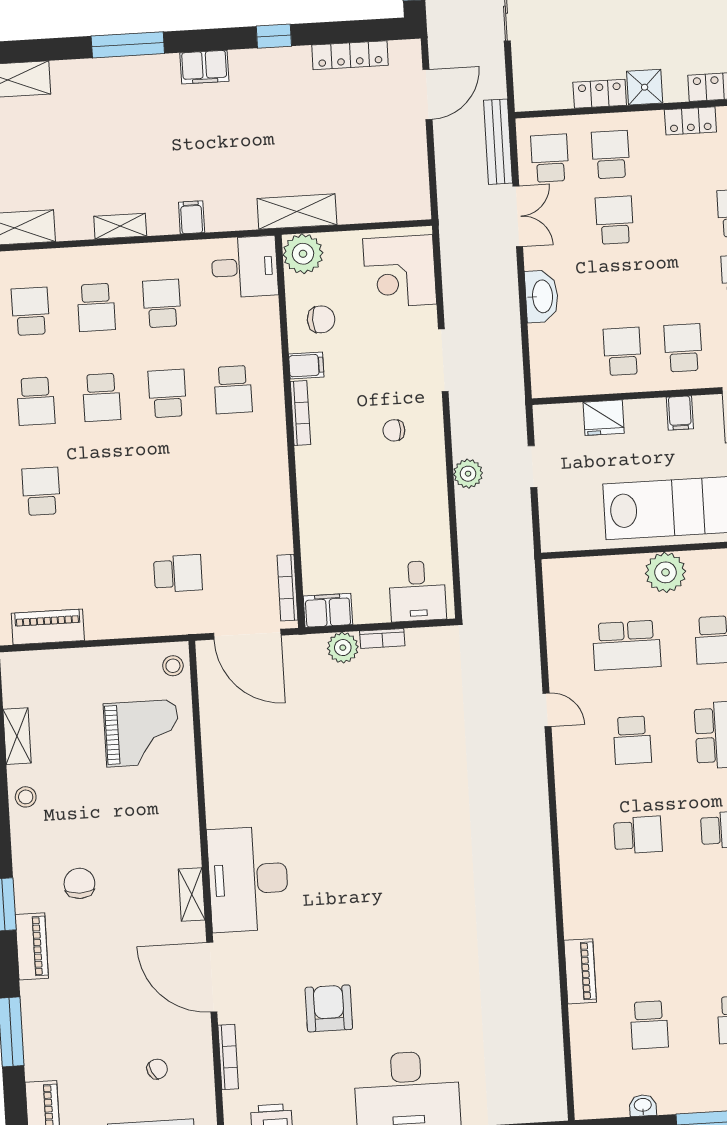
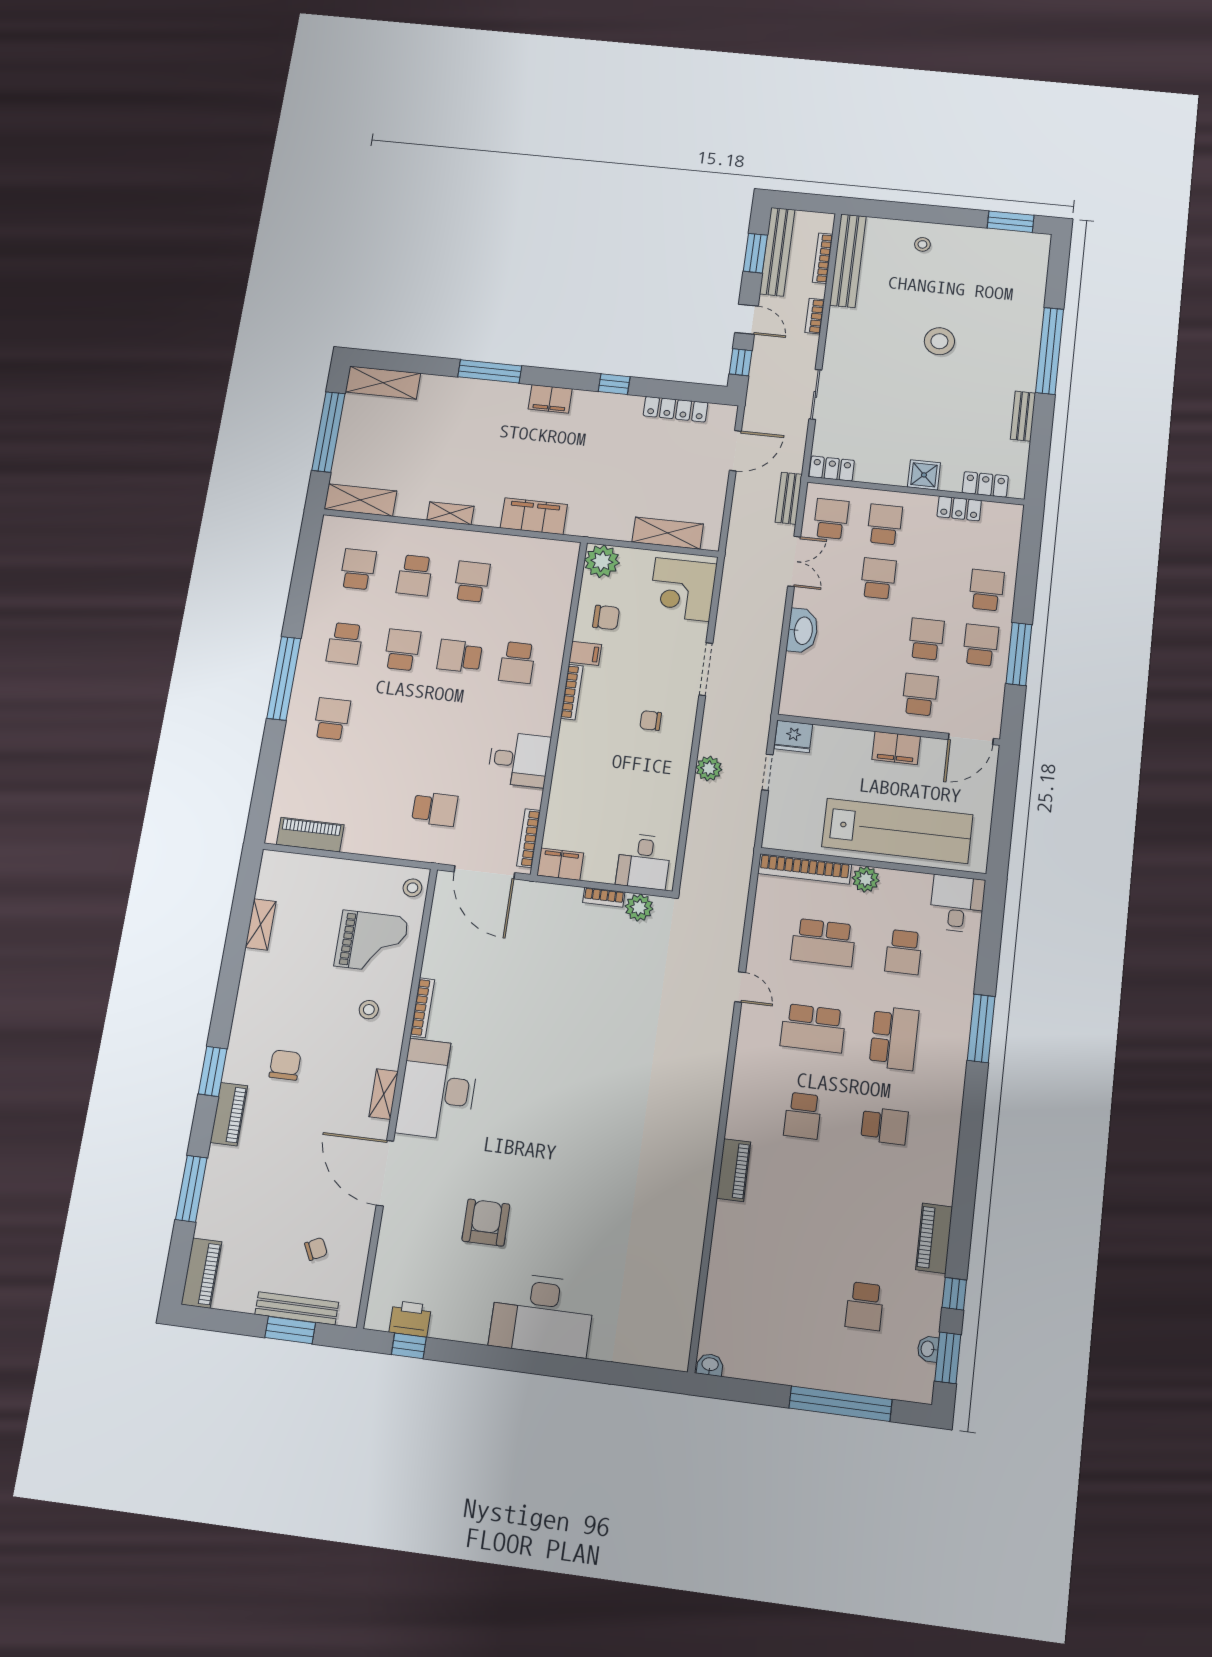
locker: (600, 94) -> (832, 469), moved
bench: (498, 142) -> (789, 498), width x0.73
shelving: (297, 212) -> (668, 533), moved
filing cabinet: (192, 217) -> (534, 516), width x3.00, depth x1.17
desk: (244, 267) -> (519, 760), moved
school desk: (622, 351) -> (926, 639), moved
school desk: (167, 393) -> (460, 656), turned -90
school desk: (102, 397) -> (402, 650), turned 180
filing cabinet: (680, 413) -> (896, 748), width x2.00
fridge: (604, 418) -> (793, 736), moved
bookcase: (592, 568) -> (805, 869), added
plant: (666, 572) -> (866, 879), width x0.73, depth x0.73
plant: (343, 648) -> (639, 908), moved
school desk: (632, 740) -> (813, 1028), width x1.85
stool: (26, 797) -> (369, 1010), moved
school desk: (638, 835) -> (803, 1116), turned 90
piano: (580, 971) -> (734, 1170), moved
school desk: (649, 1025) -> (781, 1295), removed
bookcase: (228, 1057) -> (422, 1008), moved
washbasin: (643, 1105) -> (710, 1365), moved

